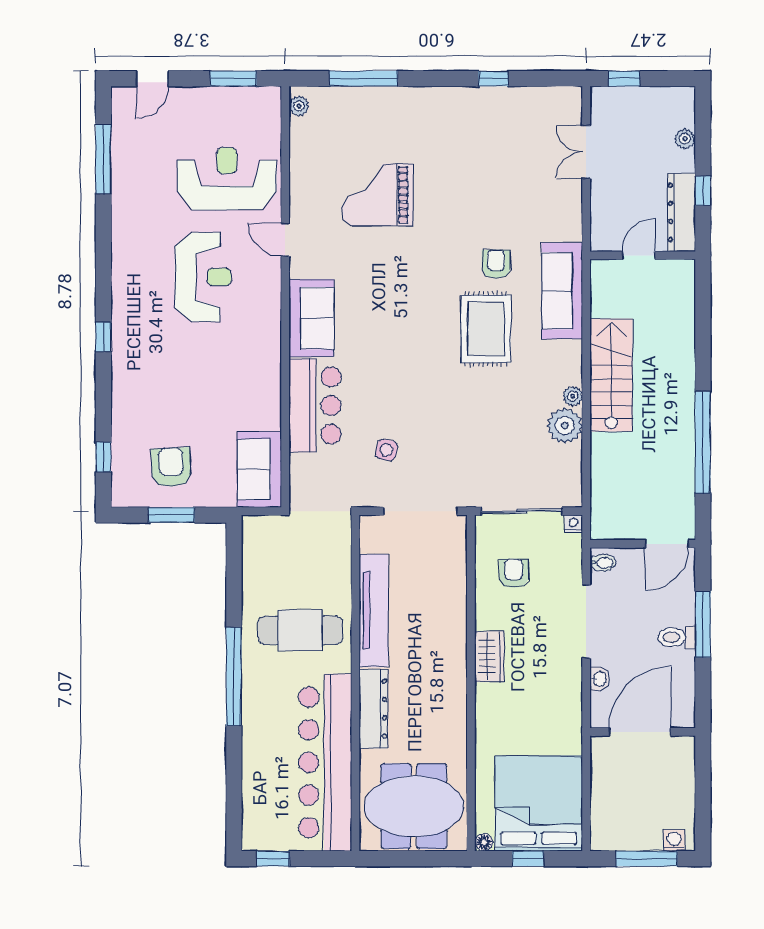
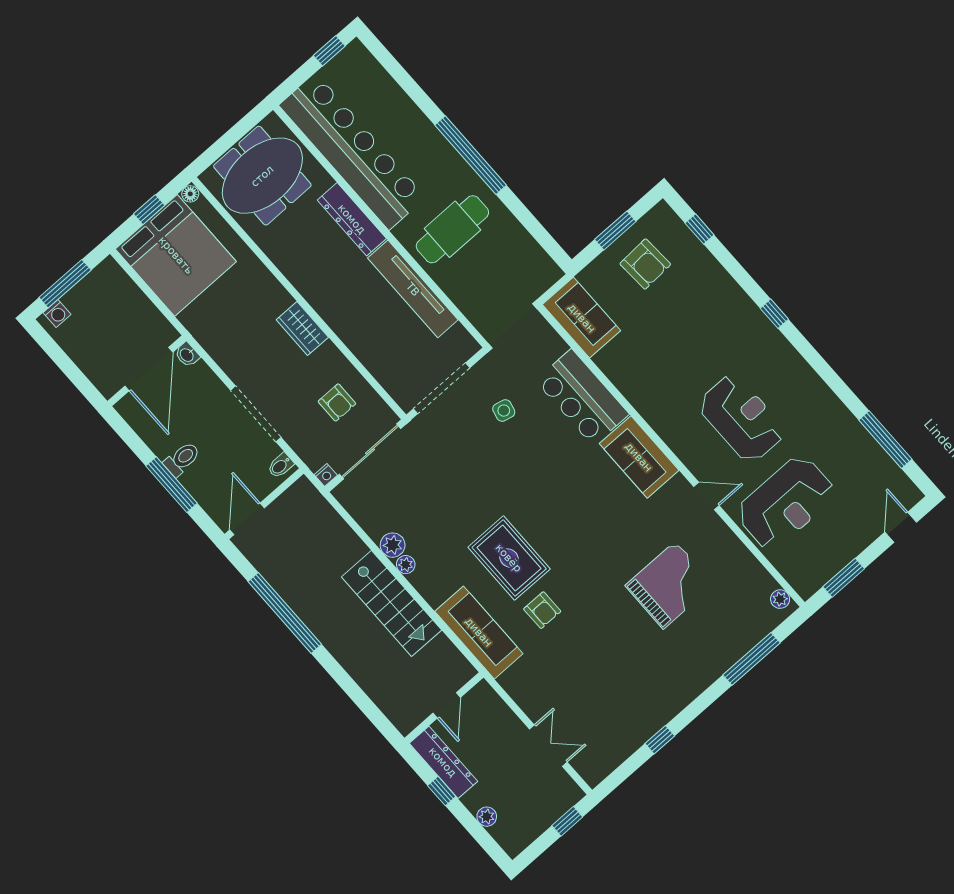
reception desk: (203, 277) -> (741, 418), turned 180
plant: (565, 426) -> (393, 545), width x0.73, depth x0.73
washbasin: (599, 679) -> (187, 355), moved

